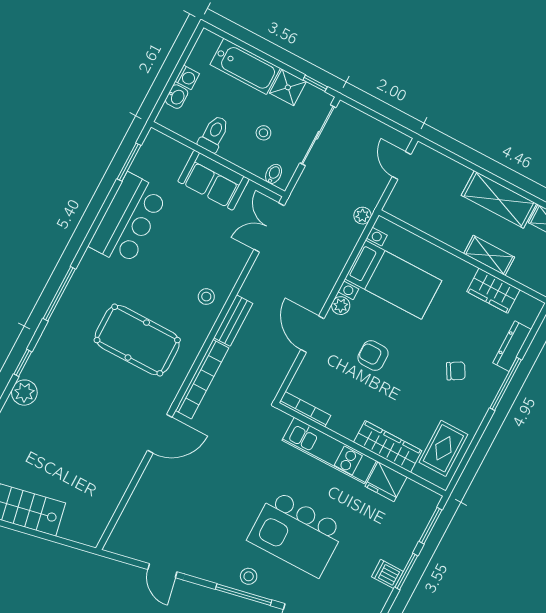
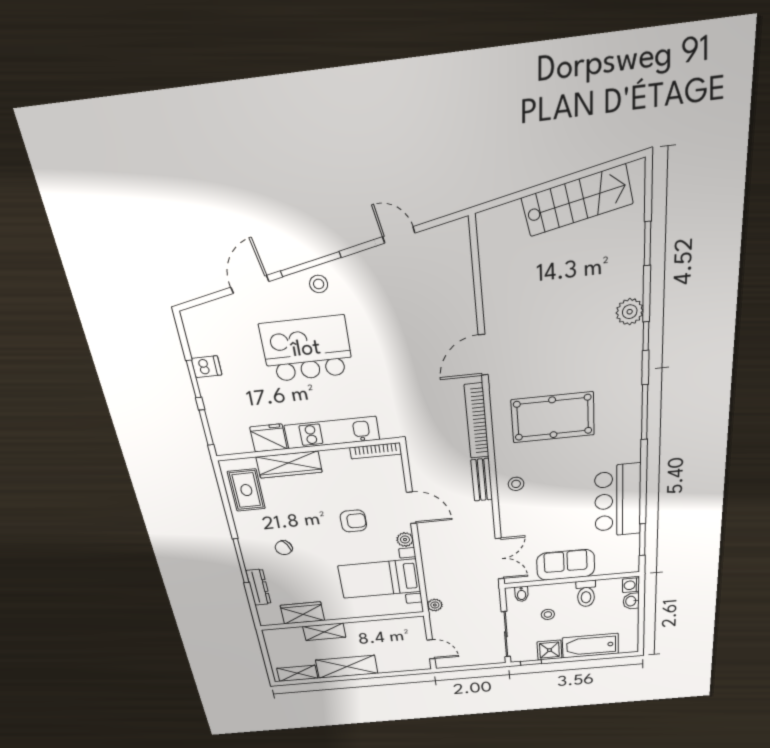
washing machine: (187, 77) -> (631, 585), moved

